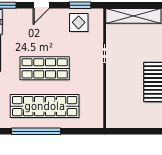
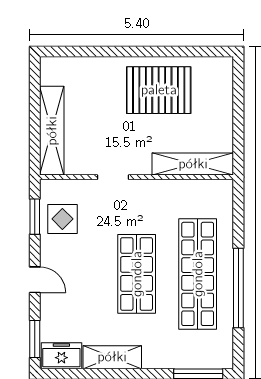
shelving: (113, 103) -> (193, 164), added

